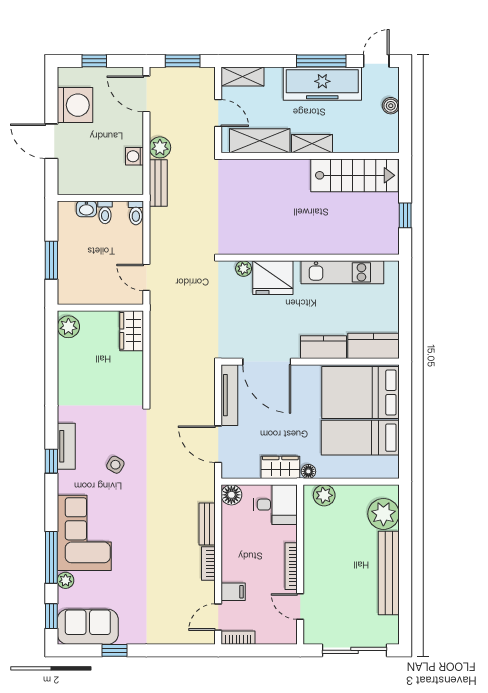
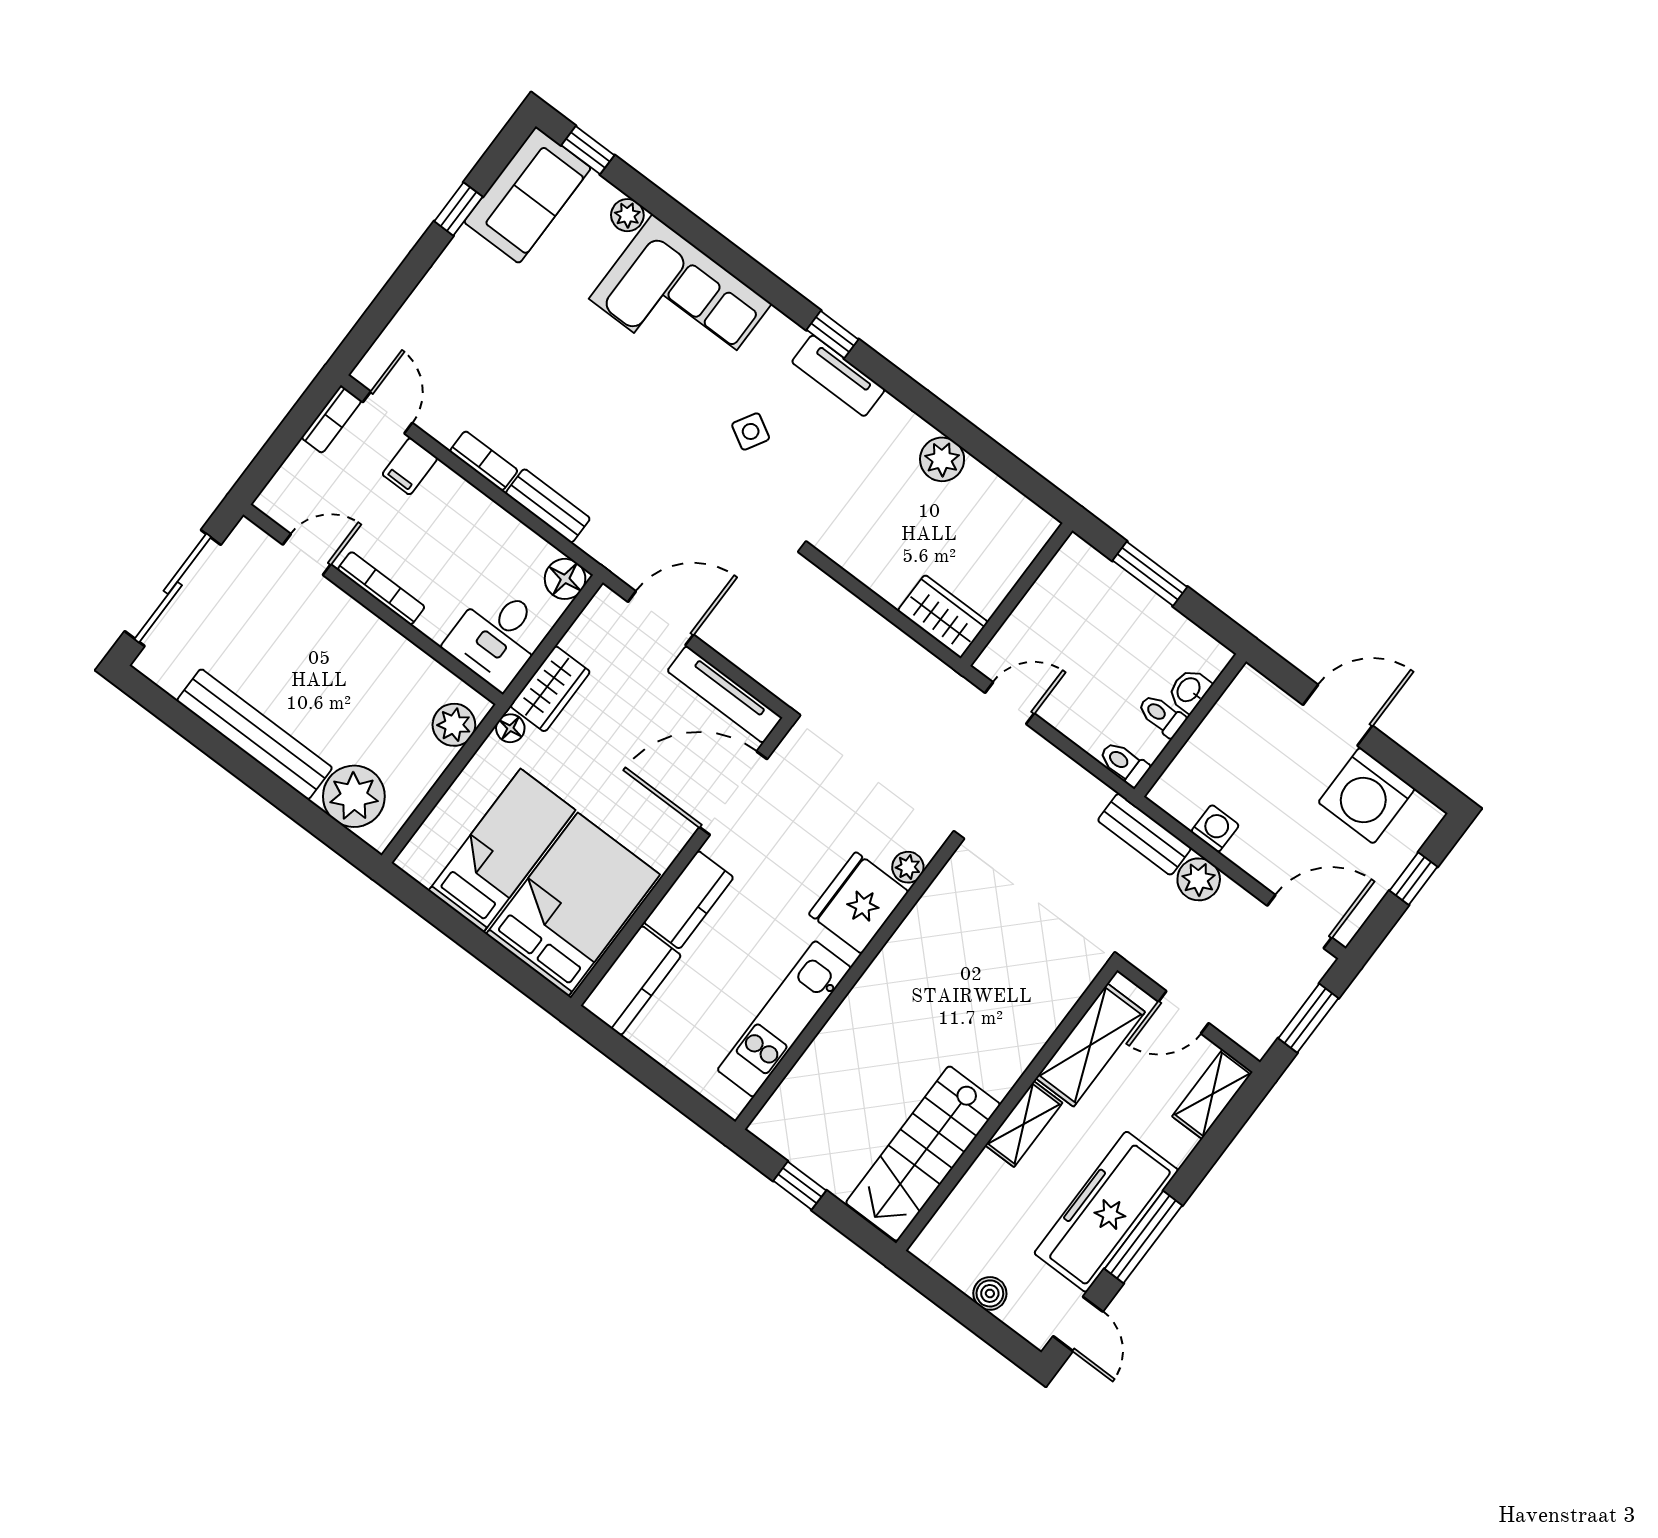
plant: (68, 327) -> (942, 459), moved
window: (51, 557) -> (681, 220), removed

